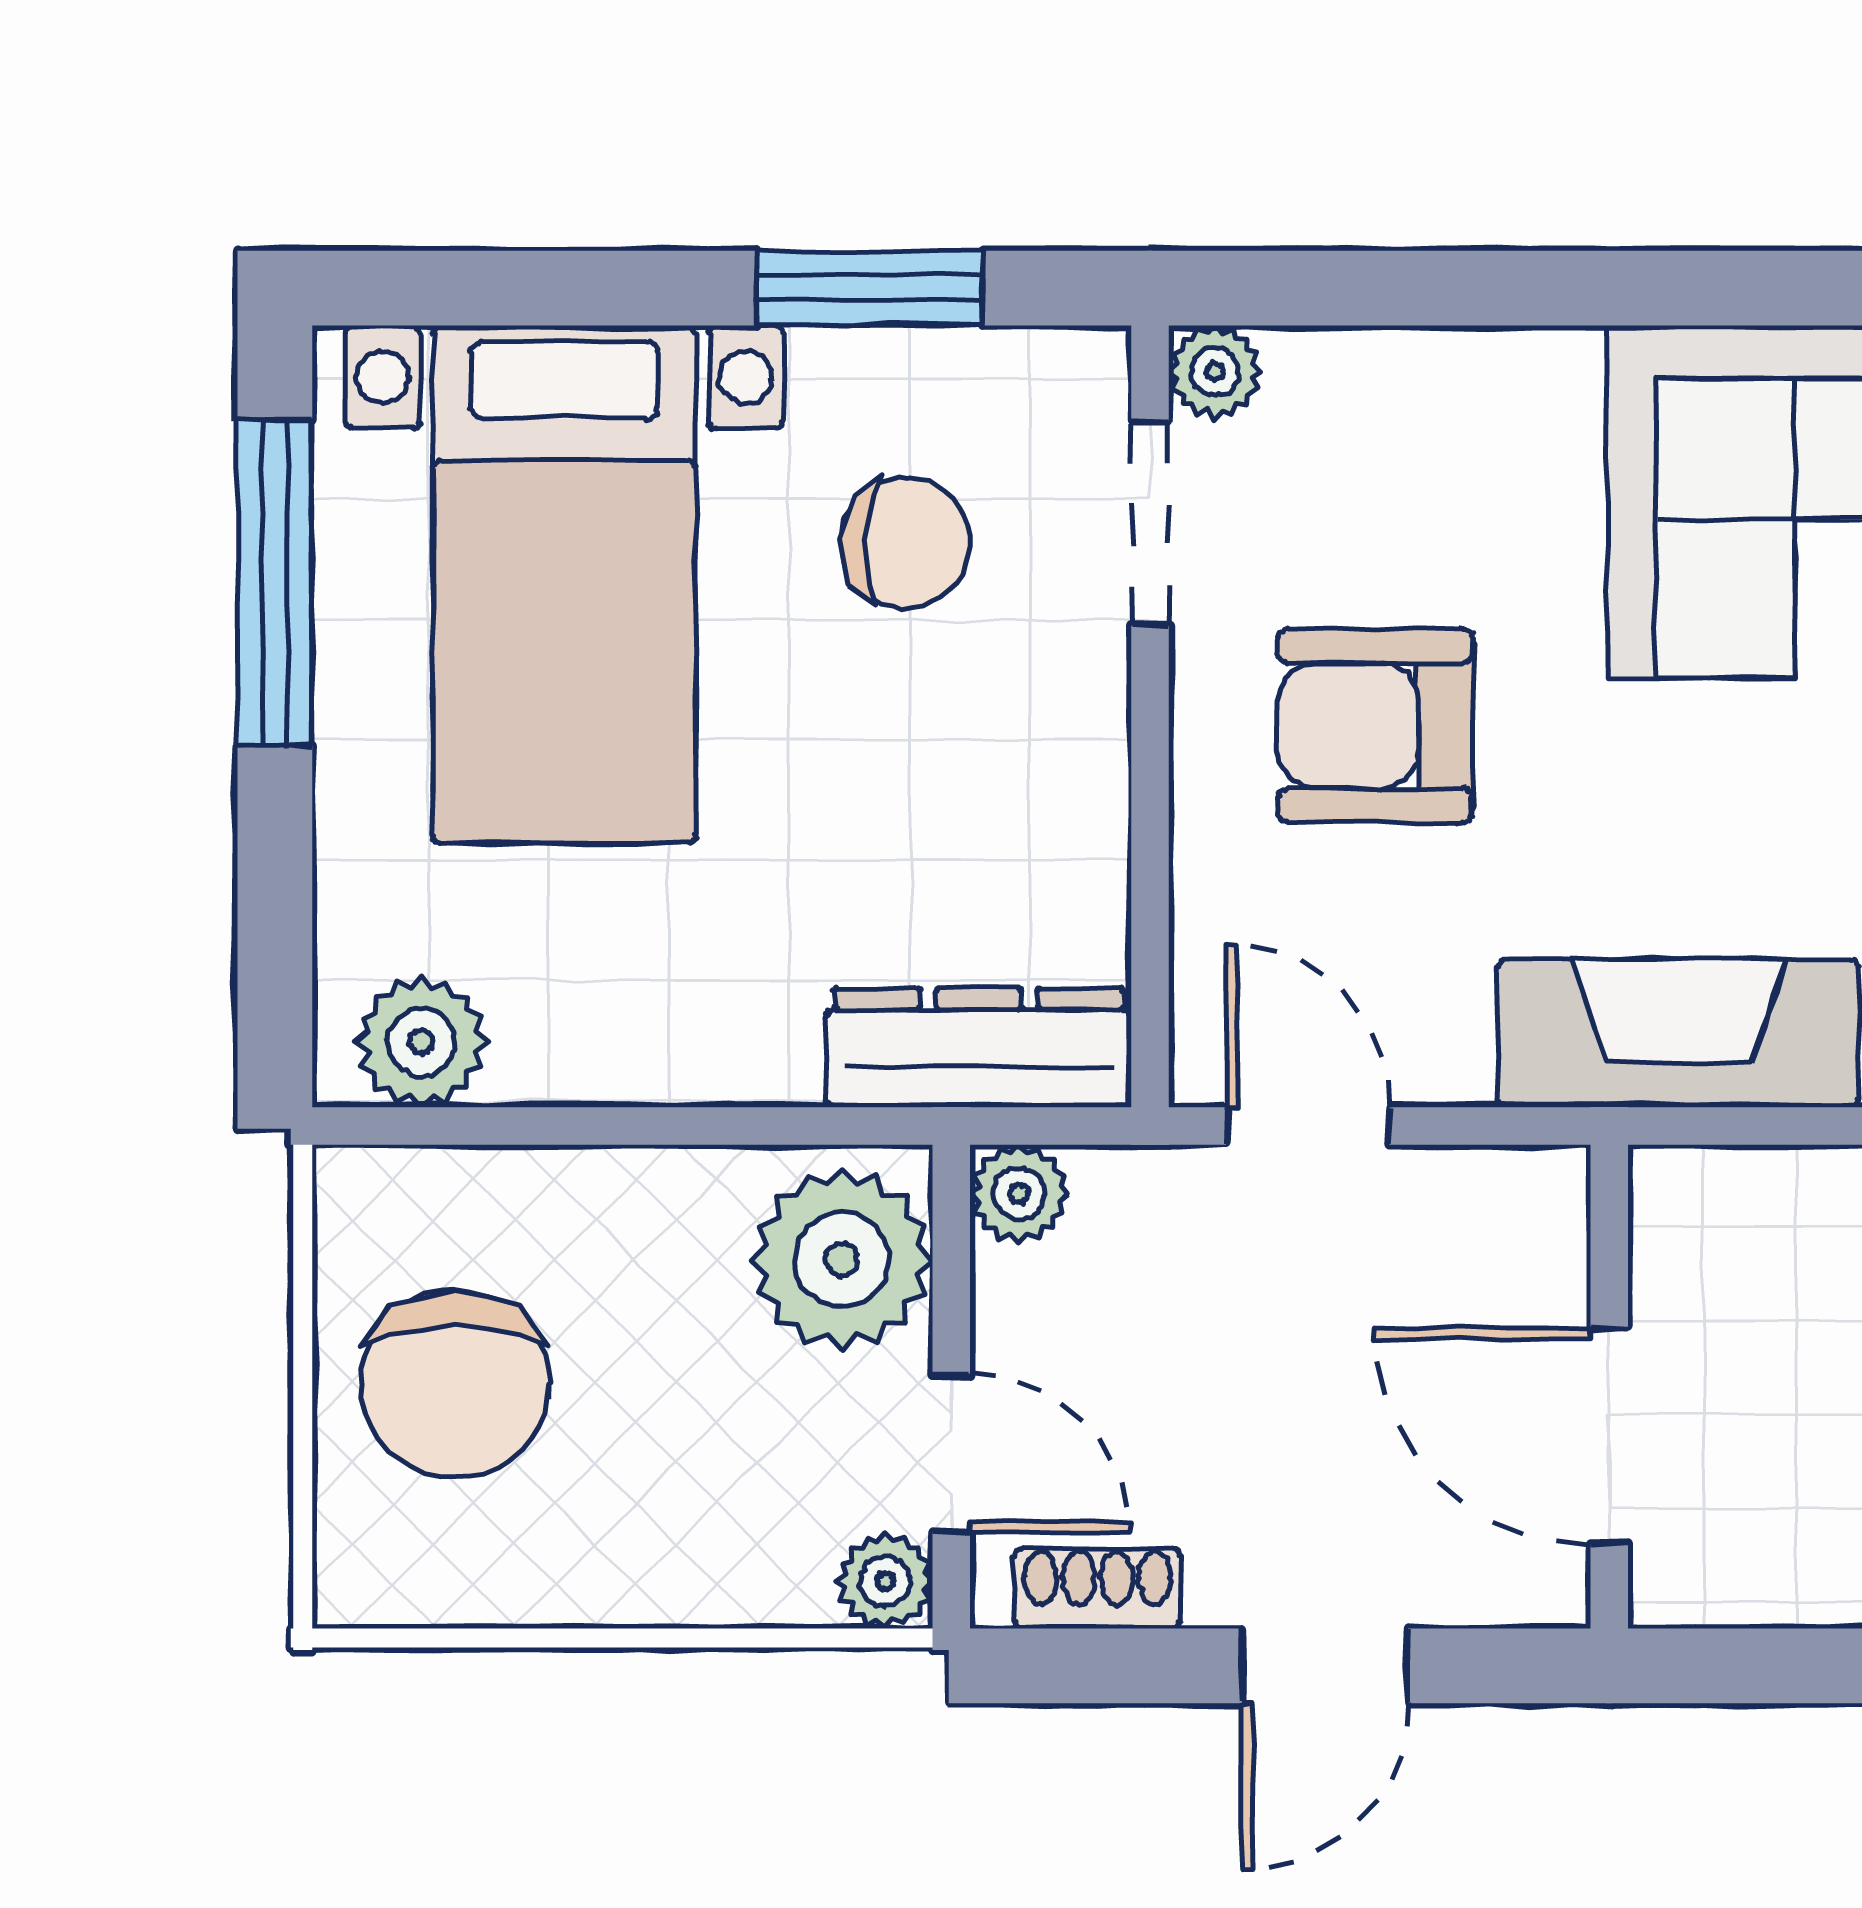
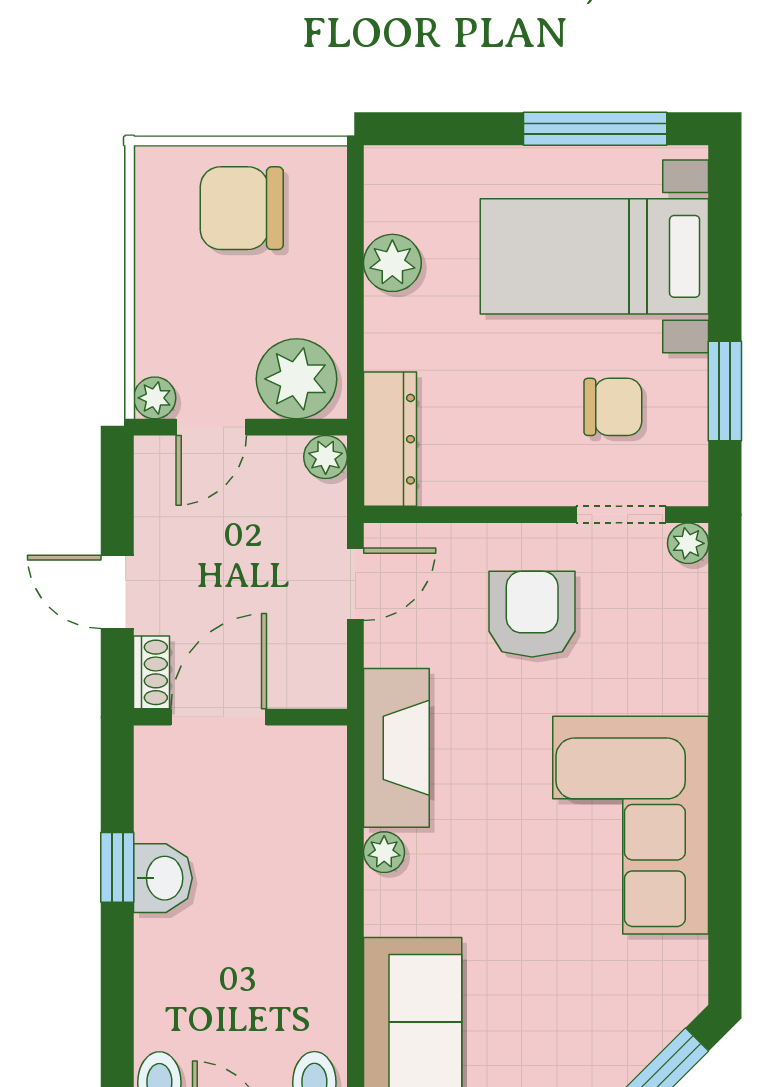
chair: (906, 542) -> (613, 407), turned -93
plant: (421, 1042) -> (392, 263), moved
shoe rack: (1098, 1588) -> (152, 672), moved

